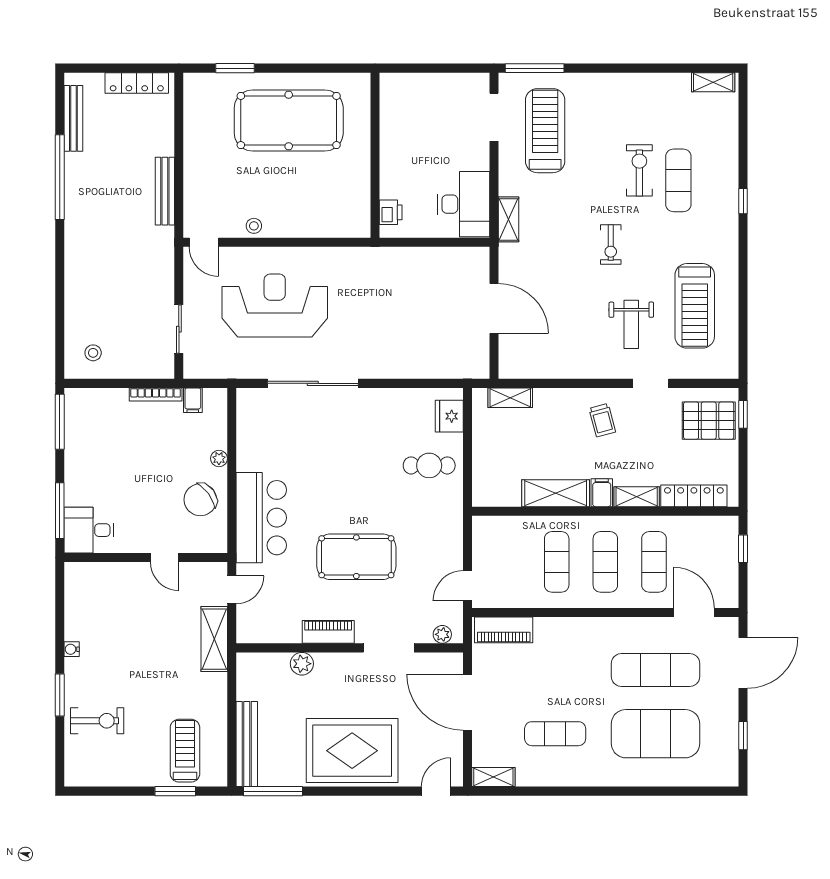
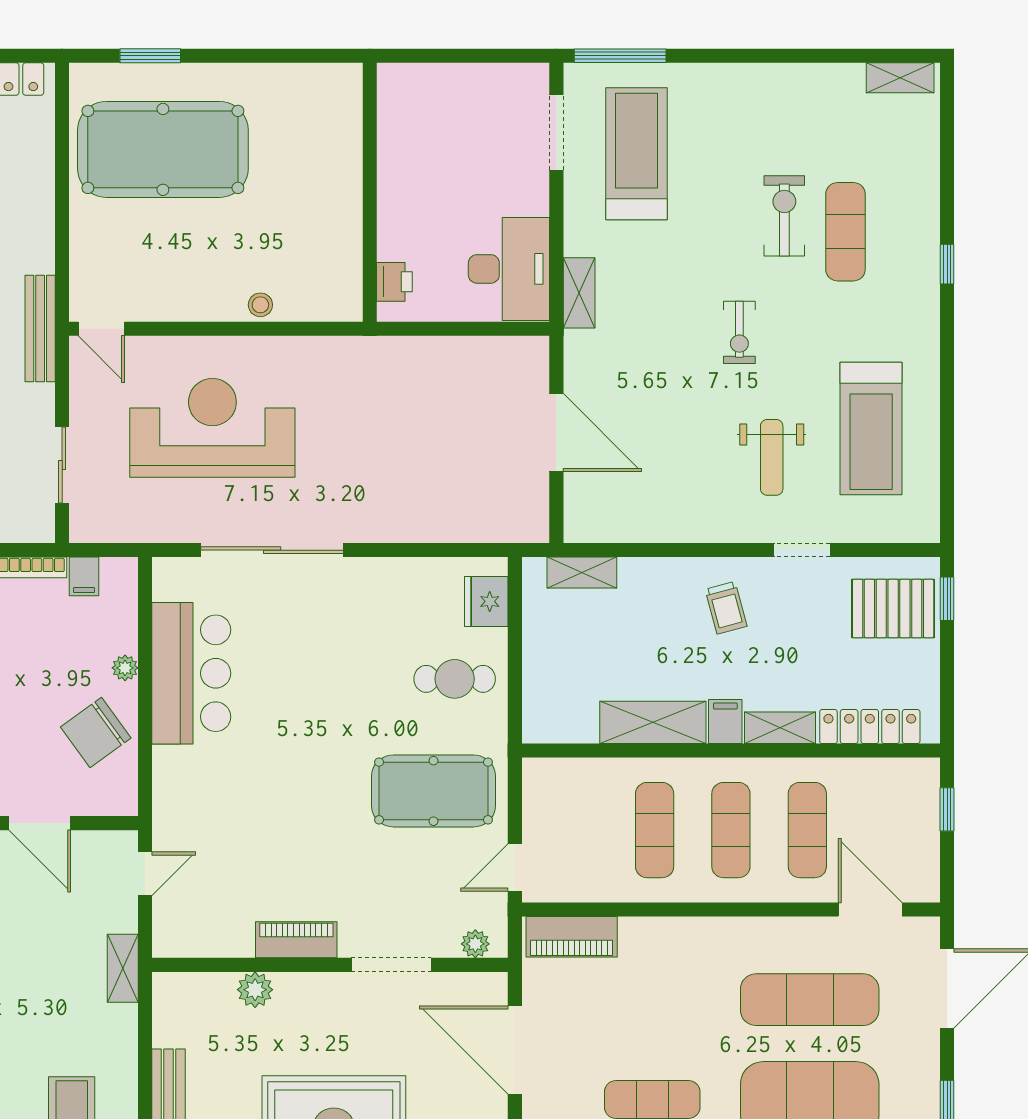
pool table: (289, 121) -> (163, 149), moved
bench: (165, 191) -> (40, 328), moved
stool: (254, 226) -> (260, 305), moved
bar counter: (261, 518) -> (191, 673), moved
door: (165, 557) -> (40, 823), width x1.38
pool table: (356, 557) -> (433, 791), moved
shelving: (214, 639) -> (123, 968), width x0.67, depth x0.75

